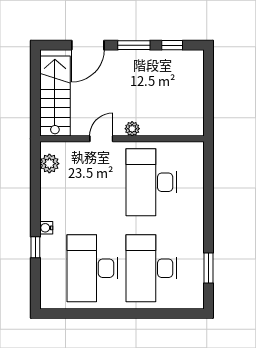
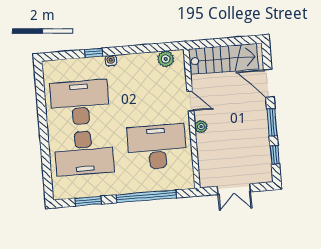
double door: (208, 96) -> (234, 189), added
window: (208, 200) -> (146, 196), added
desk: (151, 268) -> (84, 153), turned 180

